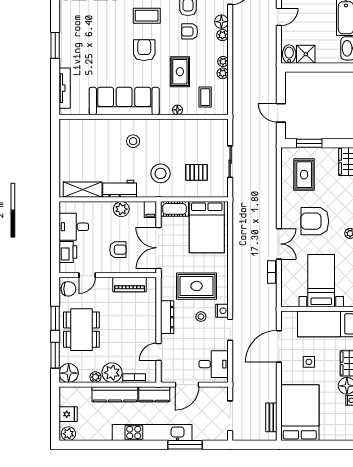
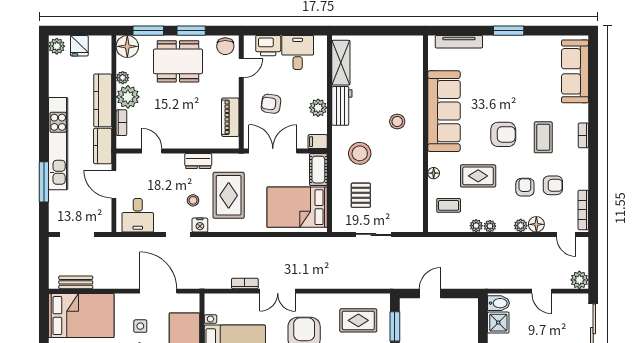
armchair: (118, 250) -> (271, 104), turned 98
door: (87, 275) -> (241, 68), swing flipped
dresser: (167, 317) -> (198, 161), width x0.70

